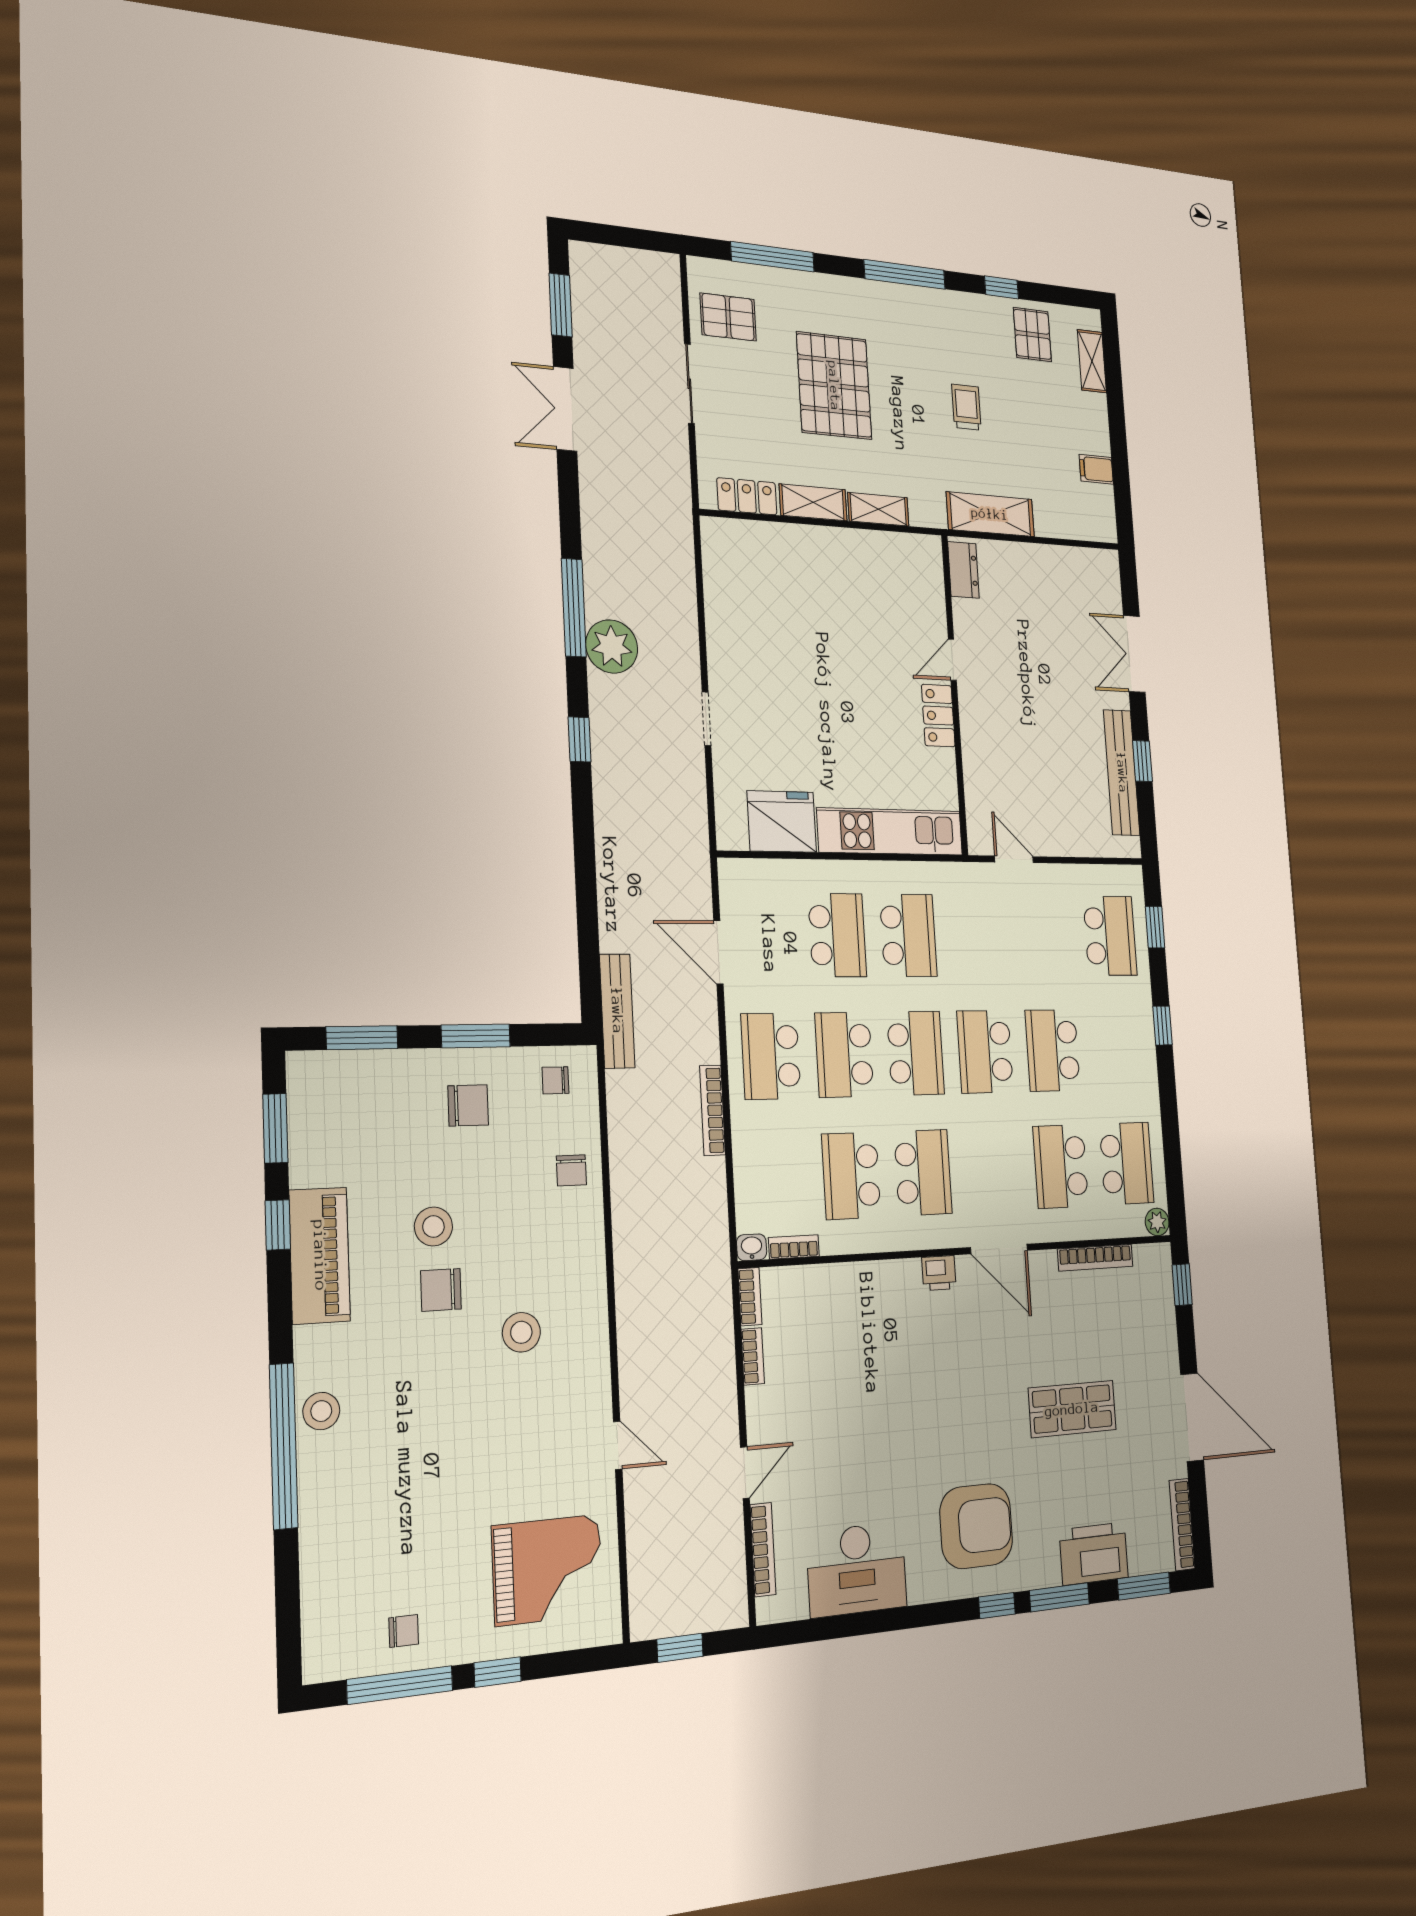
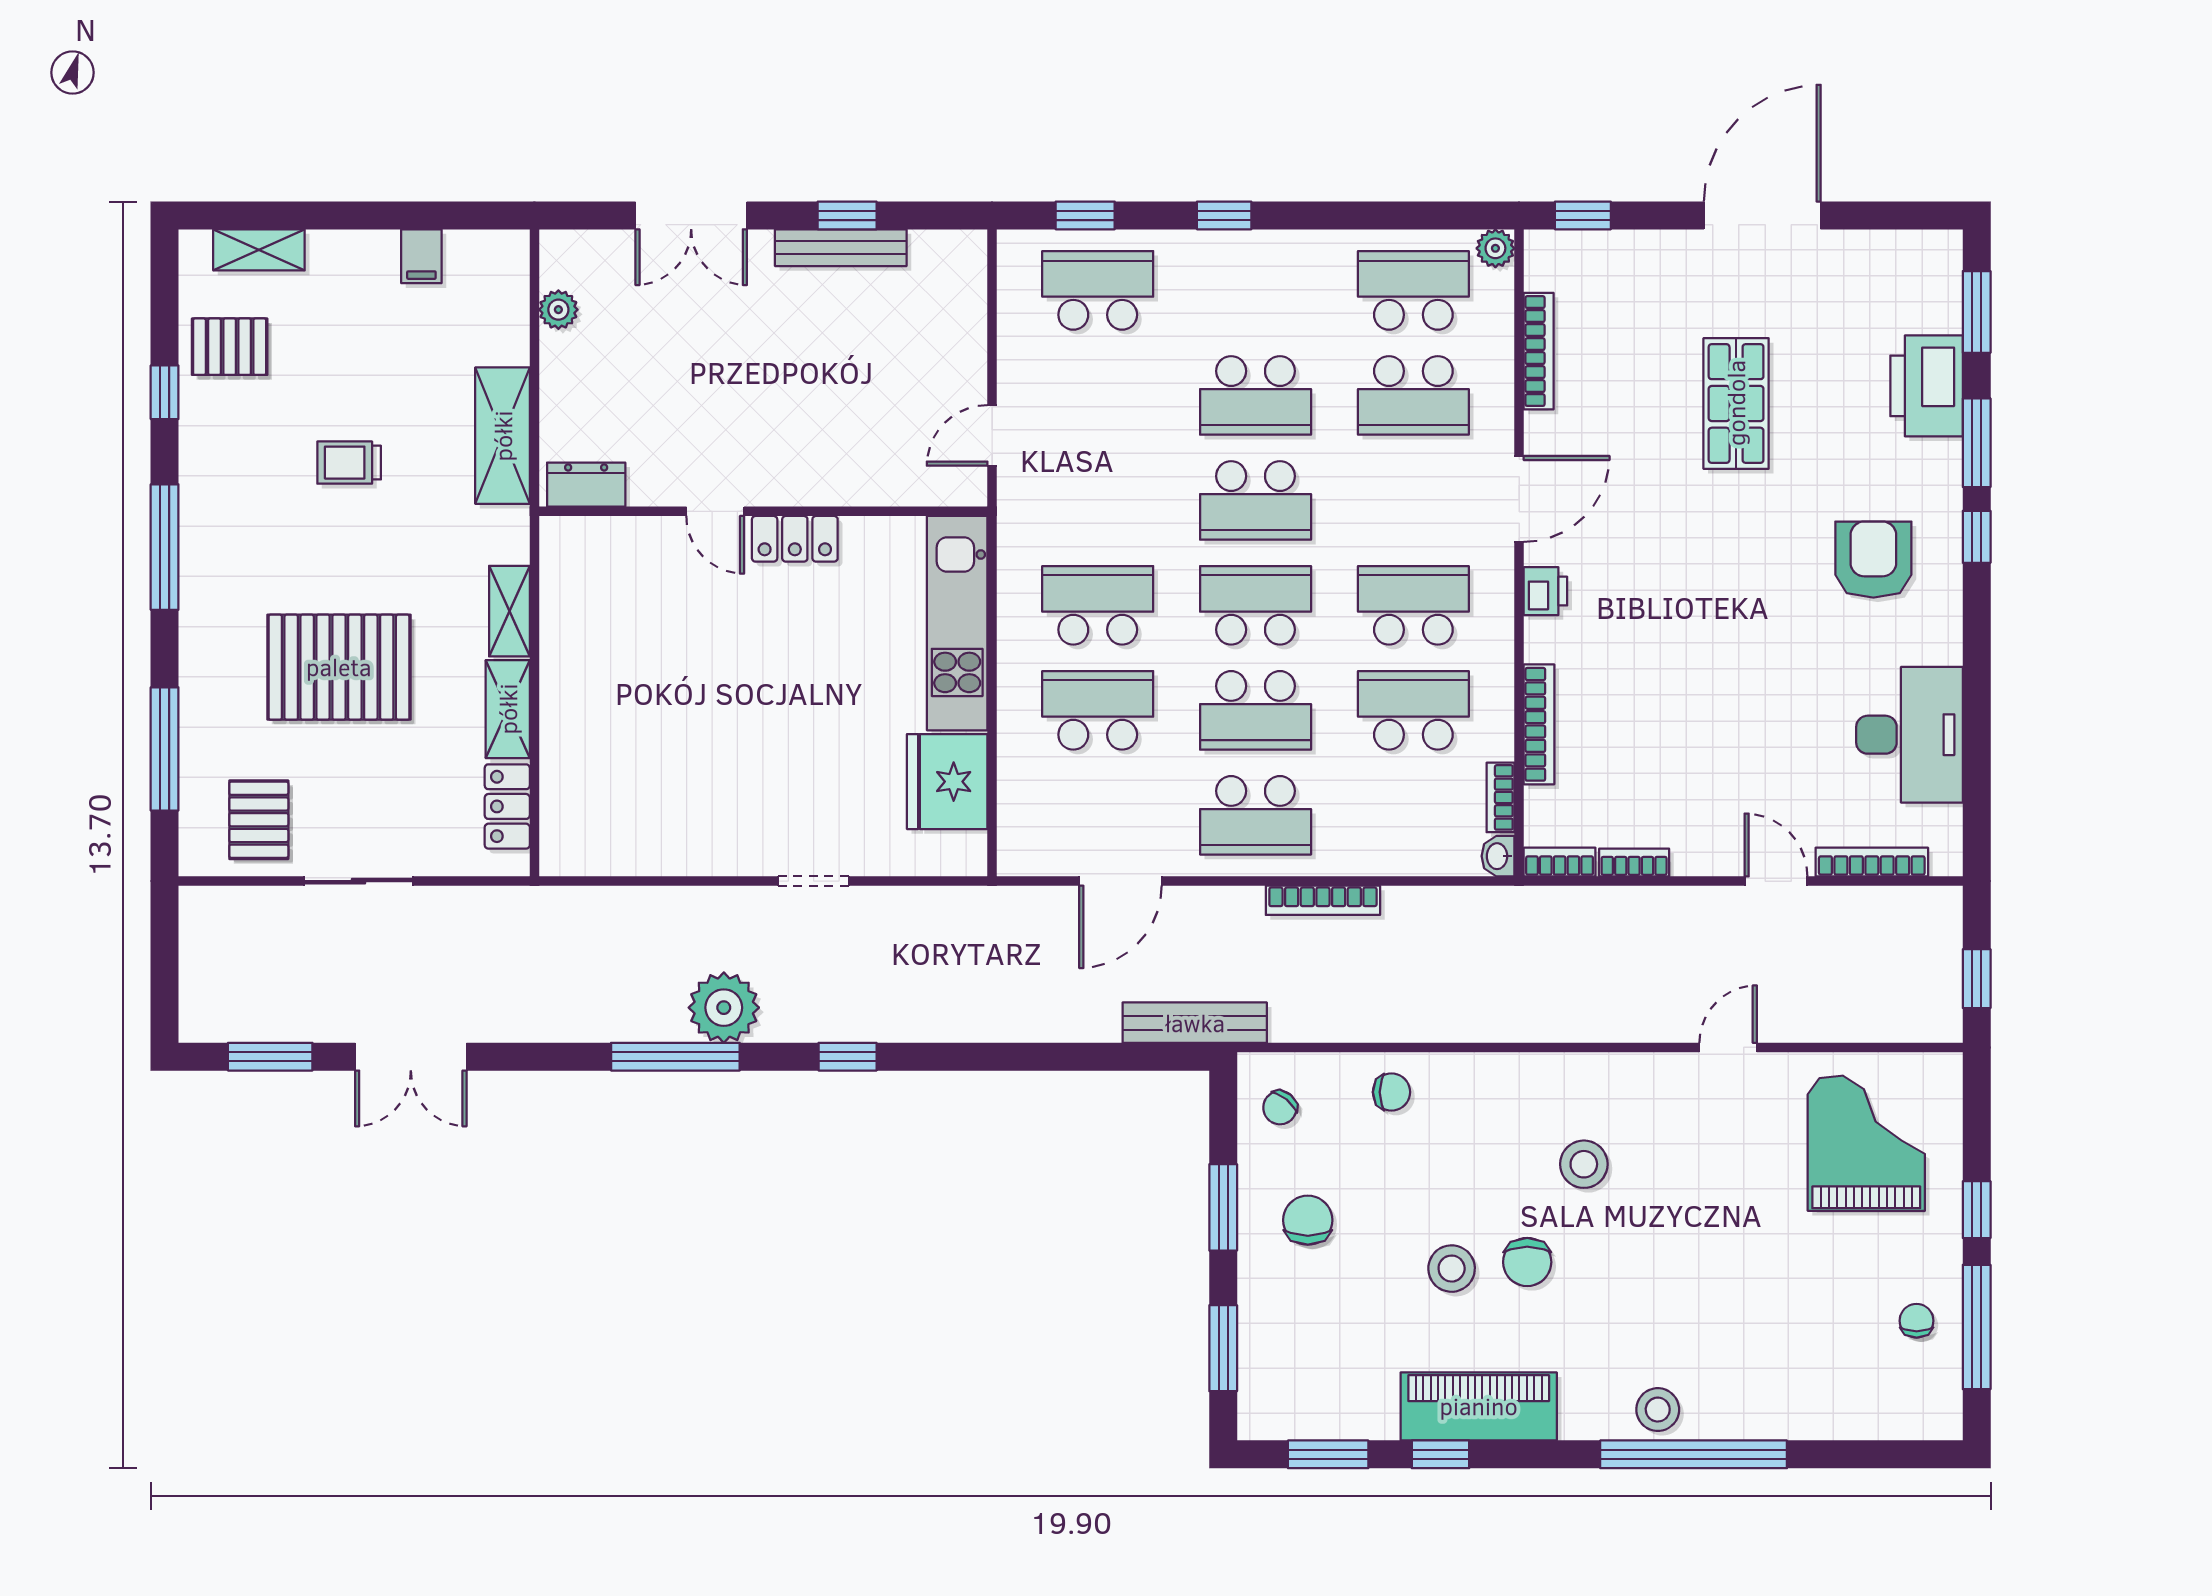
plant: (1071, 559) -> (558, 310), added
bench: (1122, 773) -> (841, 248), width x0.73, depth x0.82
chair: (555, 1080) -> (1280, 1108), turned 39
school desk: (851, 1176) -> (1413, 710), turned 180
bookcase: (1182, 1525) -> (1539, 724), moved, turned -90
armchair: (976, 1526) -> (1873, 560), width x0.73, depth x0.73

